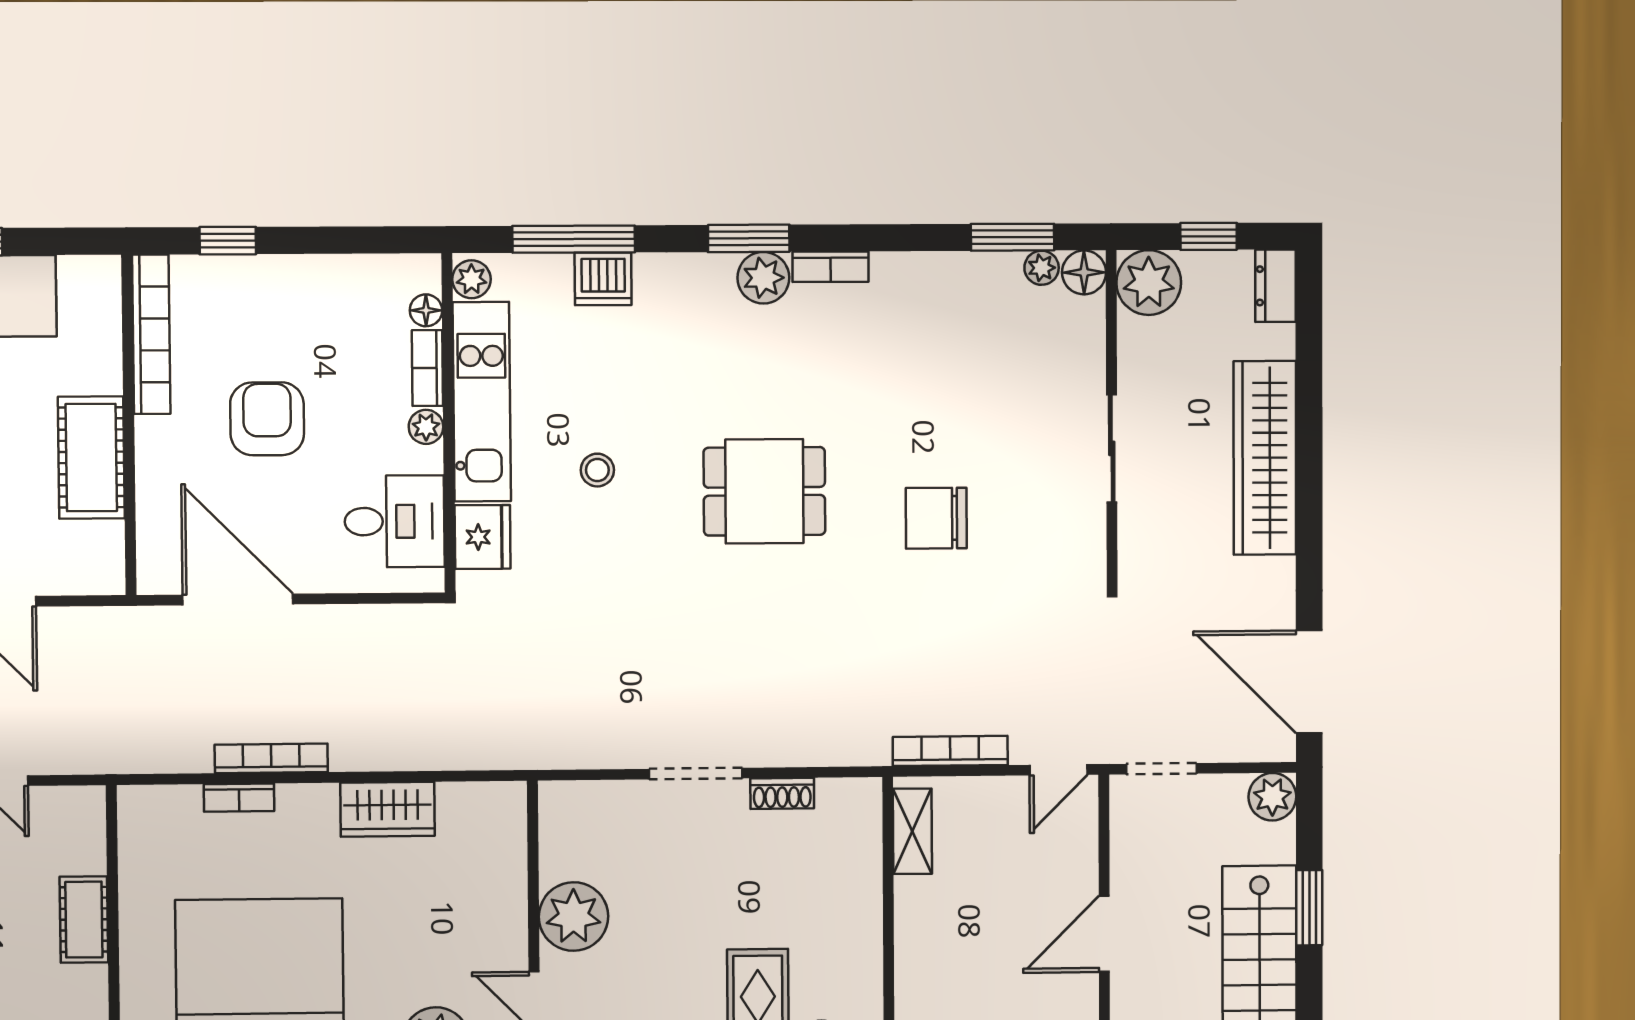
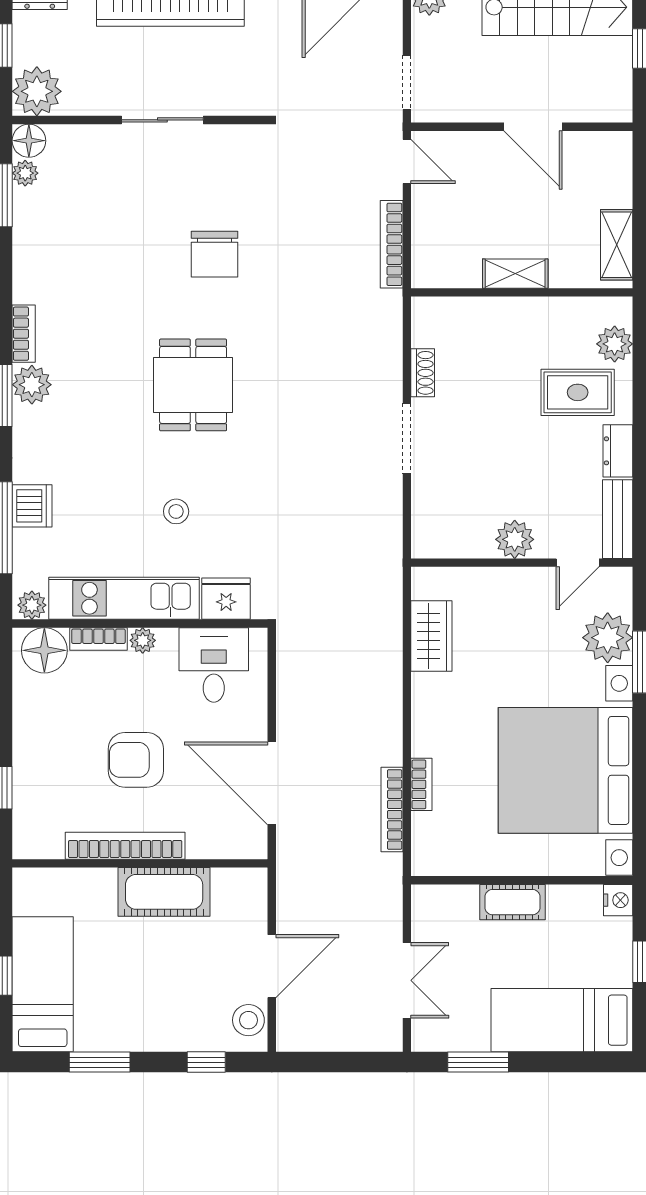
floor lamp: (426, 310) -> (44, 650), width x1.89, depth x1.89
bookcase: (151, 334) -> (125, 846), moved
door: (238, 600) -> (272, 783), hinge flipped
bookcase: (271, 758) -> (392, 810), moved
wardrobe: (387, 809) -> (431, 636), moved
shelving: (912, 831) -> (515, 274), moved
plant: (573, 917) -> (515, 539), width x0.73, depth x0.73

